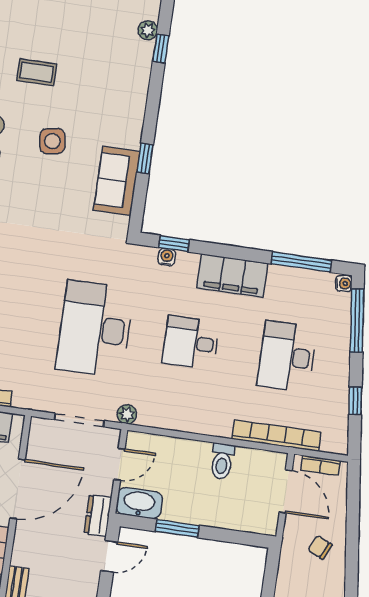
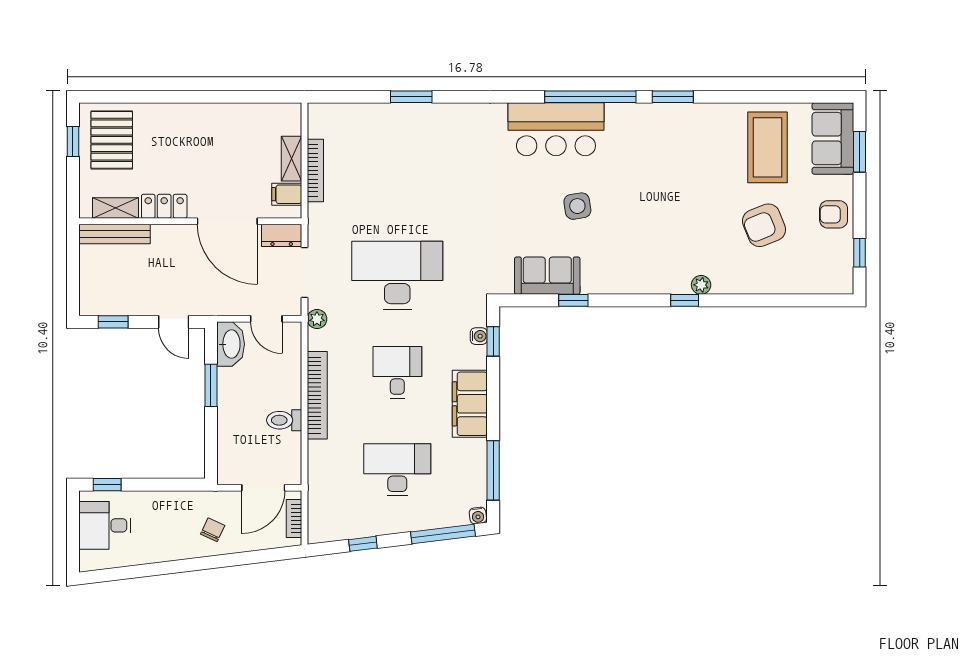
coffee table: (37, 72) -> (644, 181), removed
bookcase: (277, 436) -> (317, 395), moved
dresser: (98, 516) -> (282, 235), moved, turned 180

